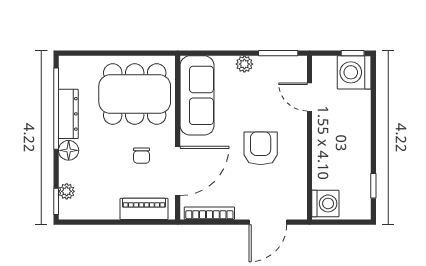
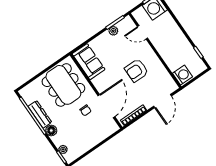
plant: (244, 64) -> (113, 31), moved
dining table: (135, 94) -> (63, 85), turned 90
sofa: (197, 95) -> (89, 62), width x0.73
armchair: (261, 148) -> (136, 70), turned -90
piano: (144, 209) -> (103, 133), removed

